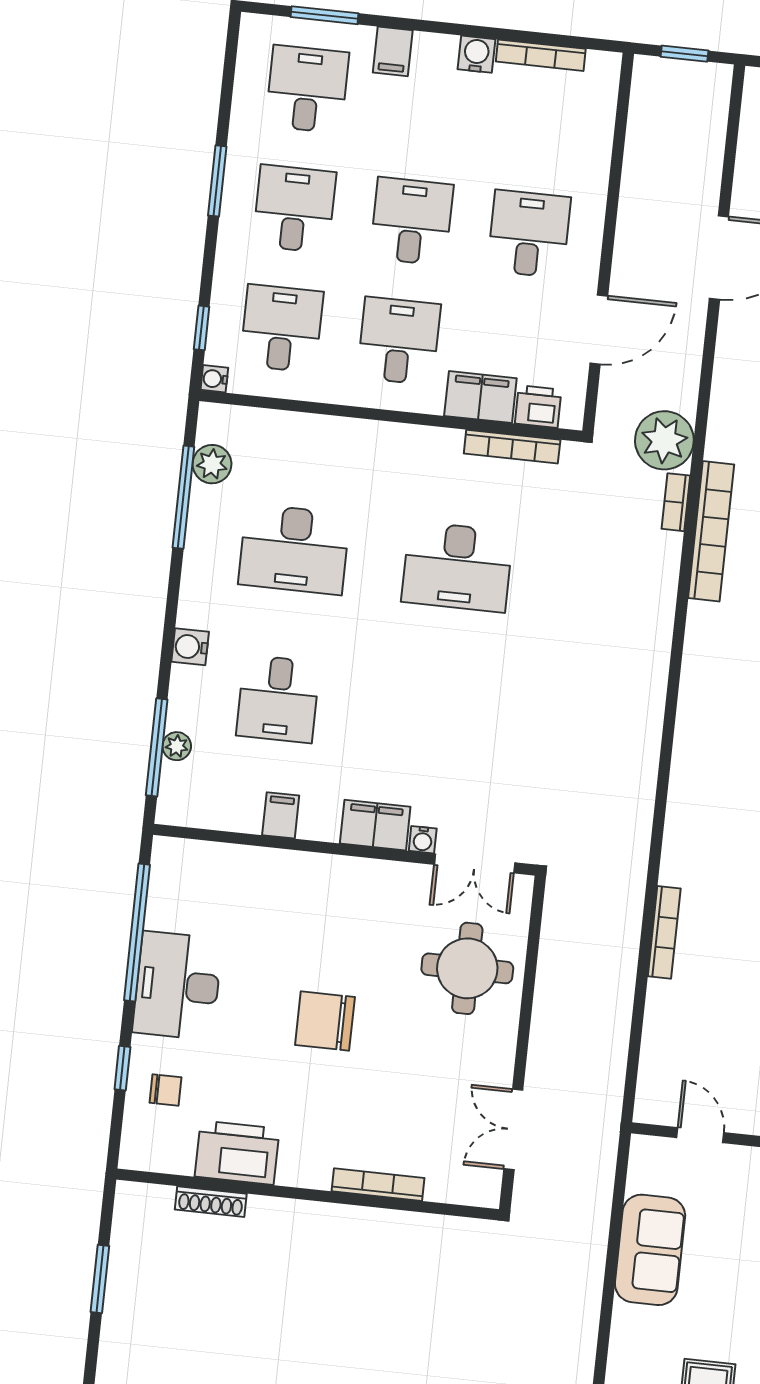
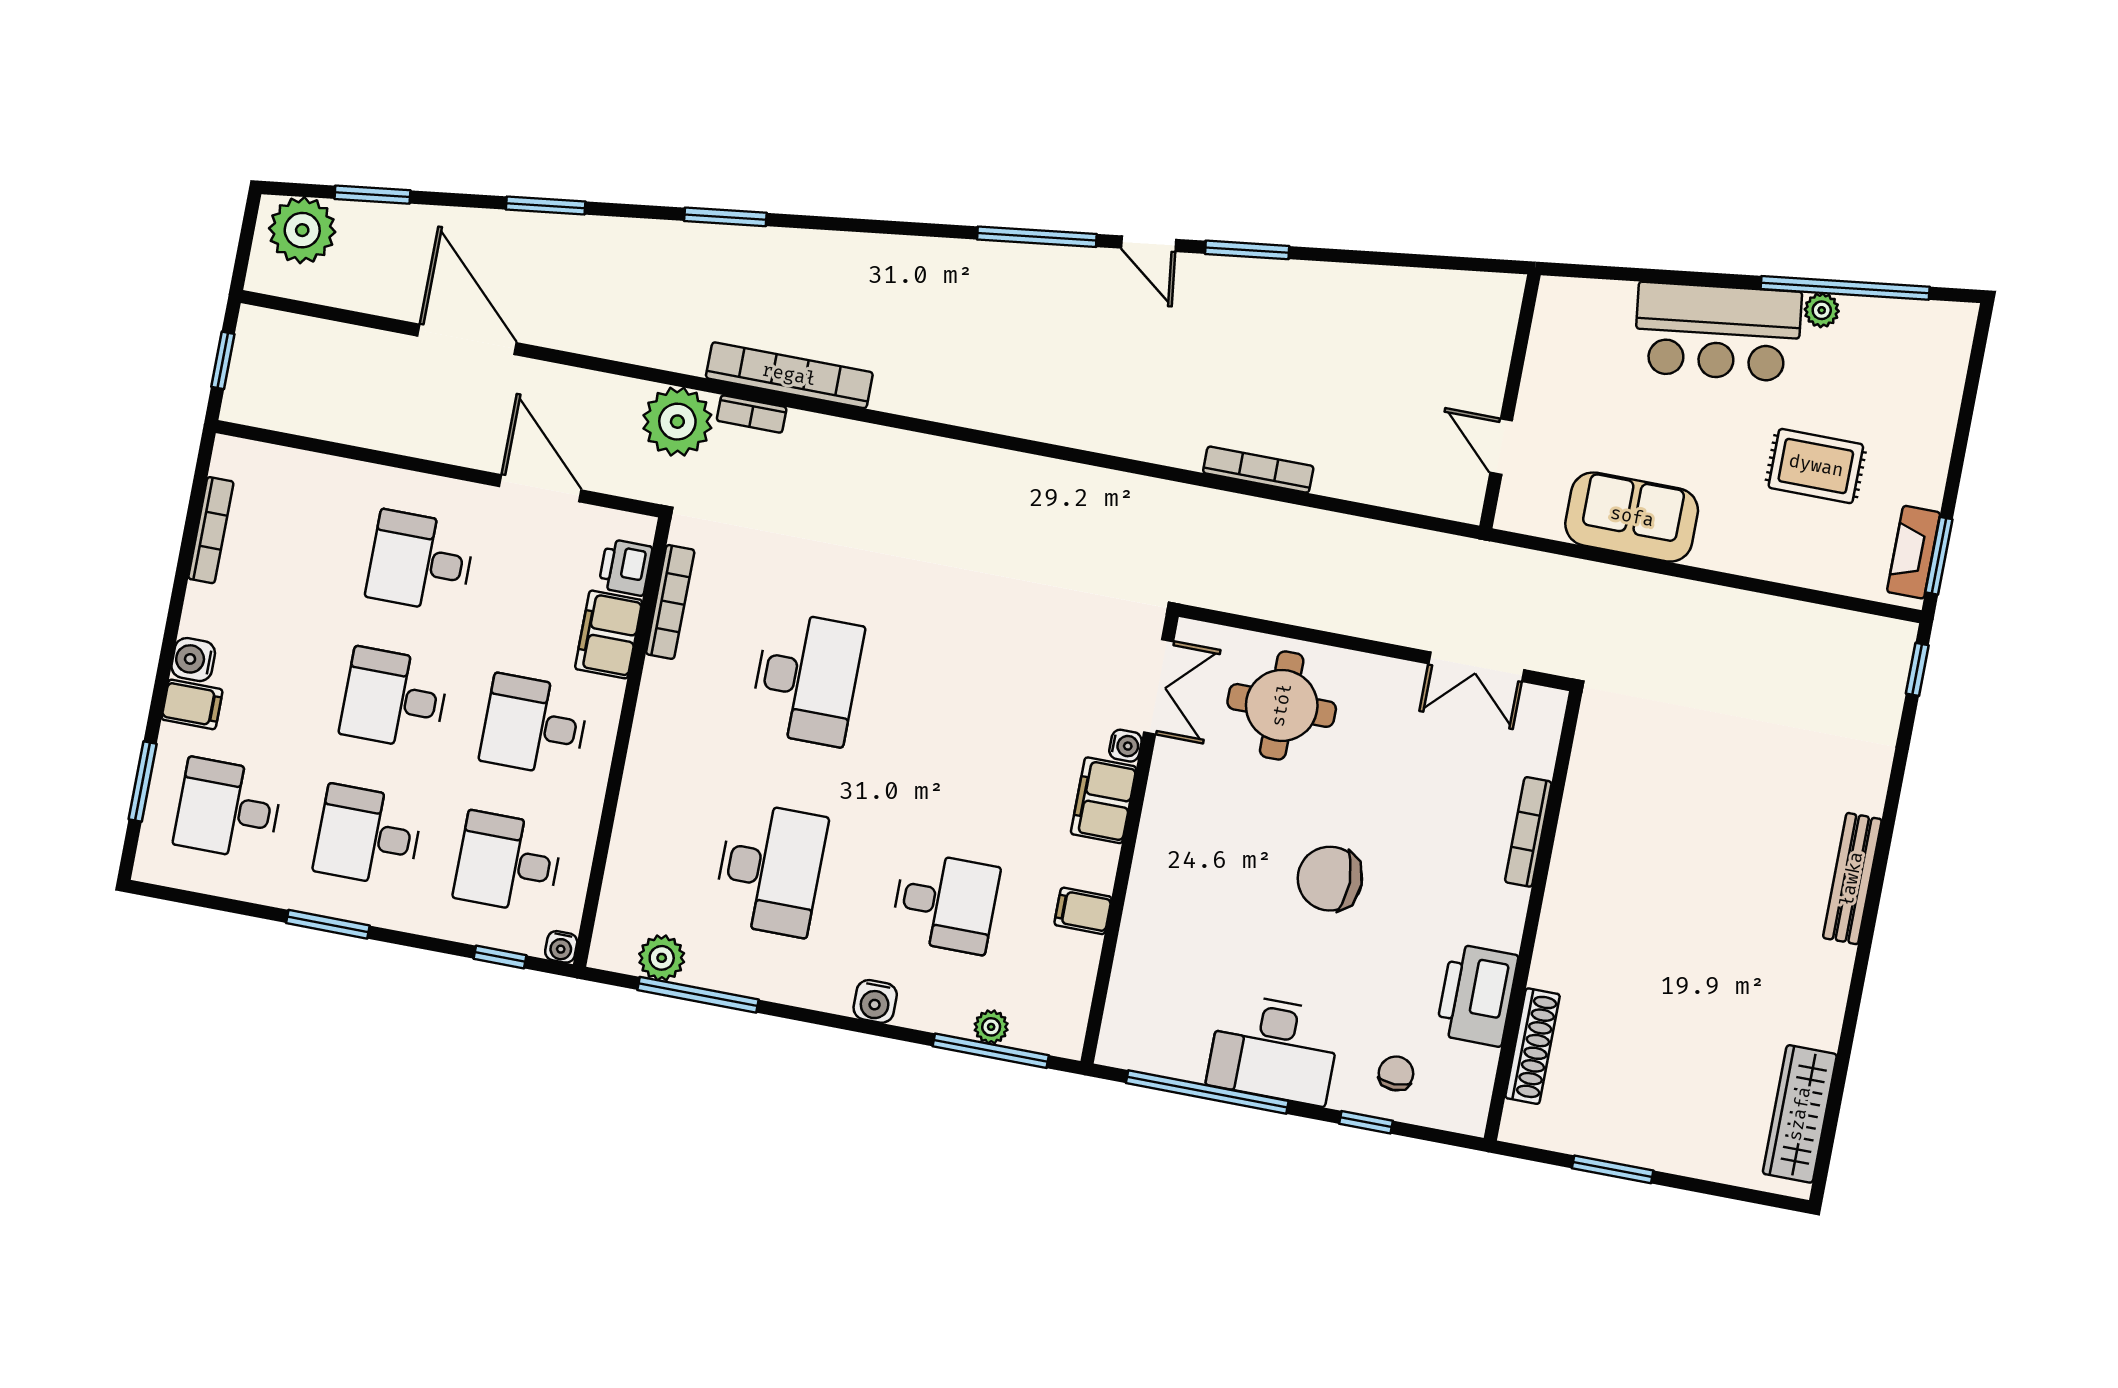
water cooler: (476, 54) -> (193, 660), moved
chair: (325, 1021) -> (1330, 879), turned 90
door: (700, 1135) -> (1501, 447), hinge flipped
shoe rack: (211, 1202) -> (1533, 1046), width x1.36, depth x1.24

